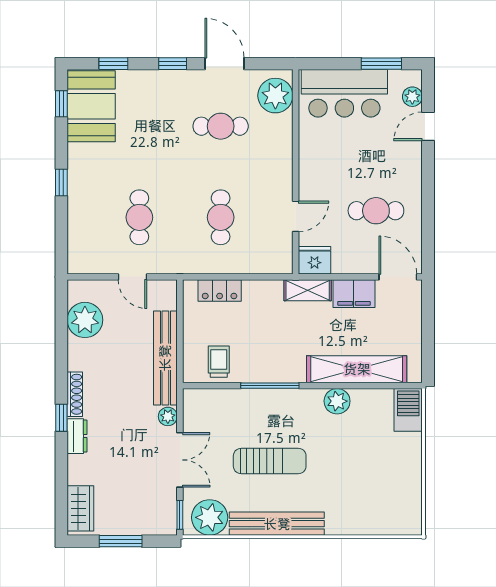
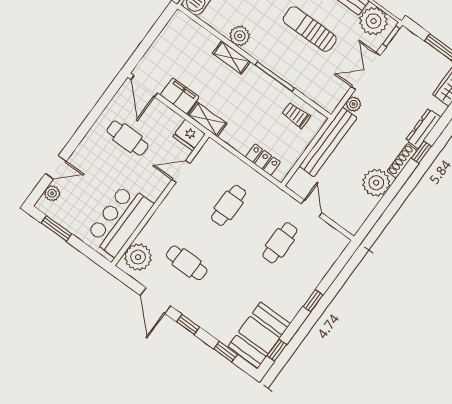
bar counter: (344, 93) -> (120, 220), moved, turned -90
plant: (85, 320) -> (376, 183), moved
trolley: (219, 362) -> (296, 115), turned 90
shelving: (357, 369) -> (231, 57), width x0.45, depth x0.75
dresser: (77, 436) -> (423, 129), width x1.44

